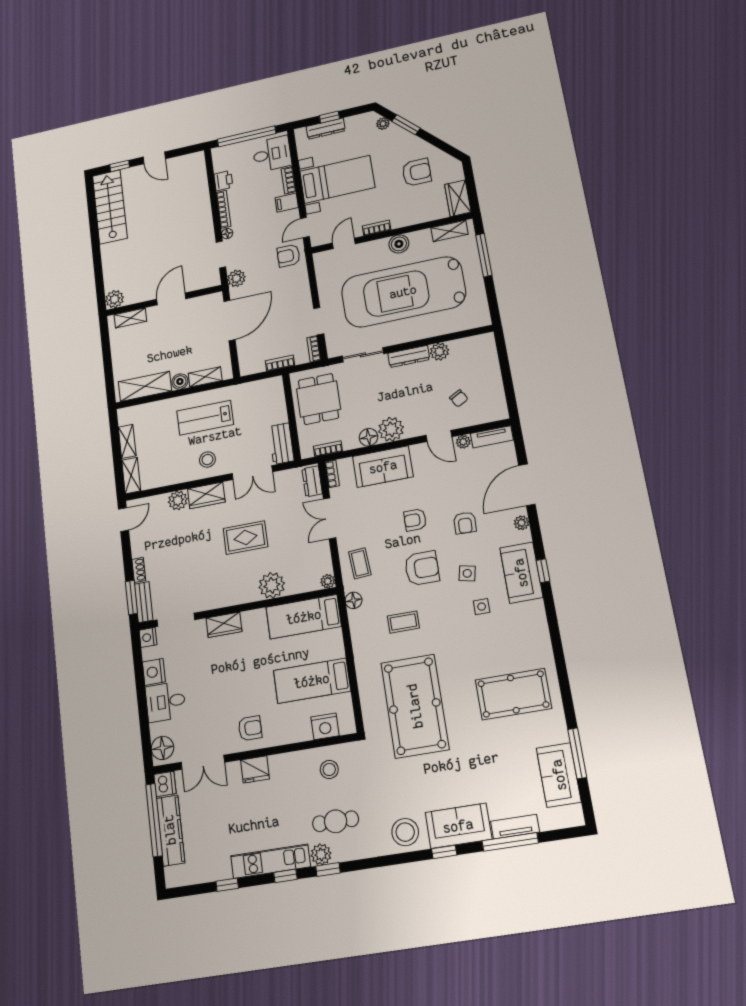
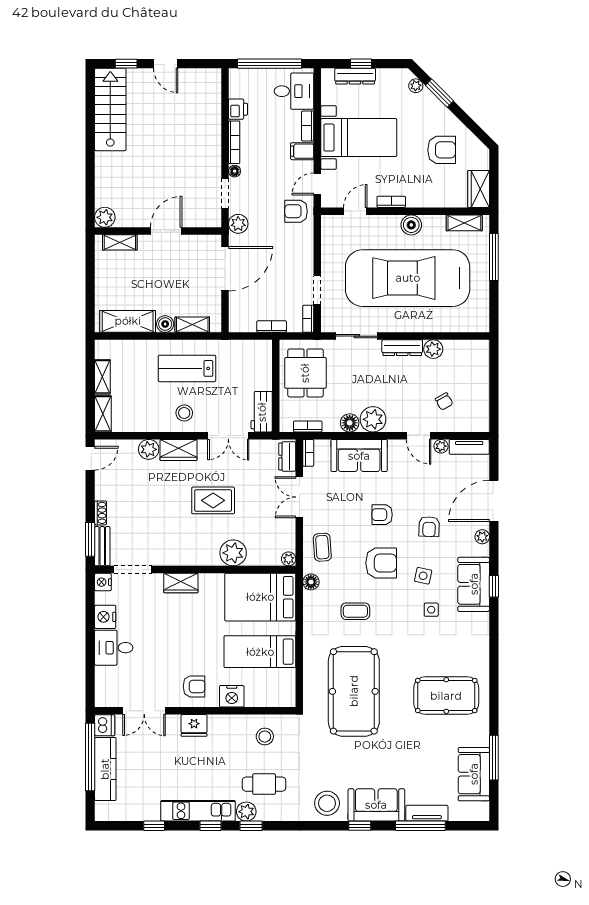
bed: (304, 617) -> (260, 597), width x1.50
nightstand: (325, 726) -> (232, 696), moved
floor lamp: (162, 748) -> (106, 691), removed

